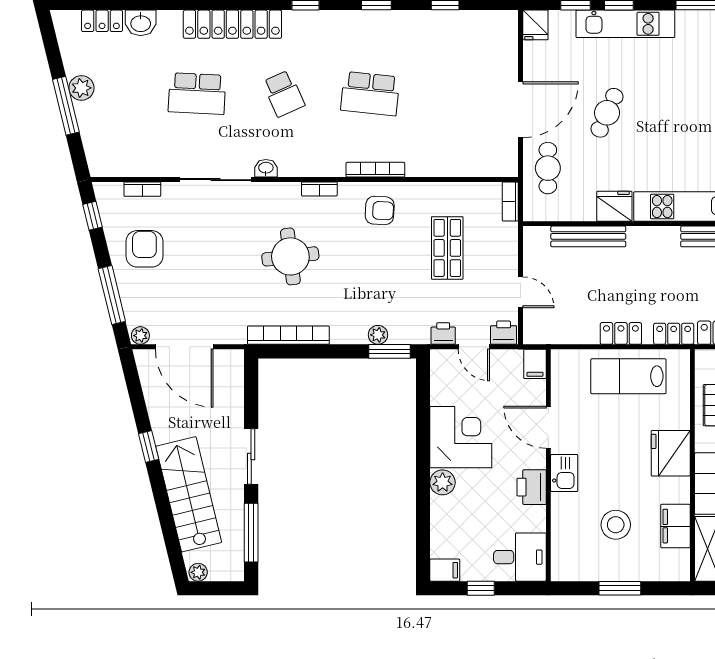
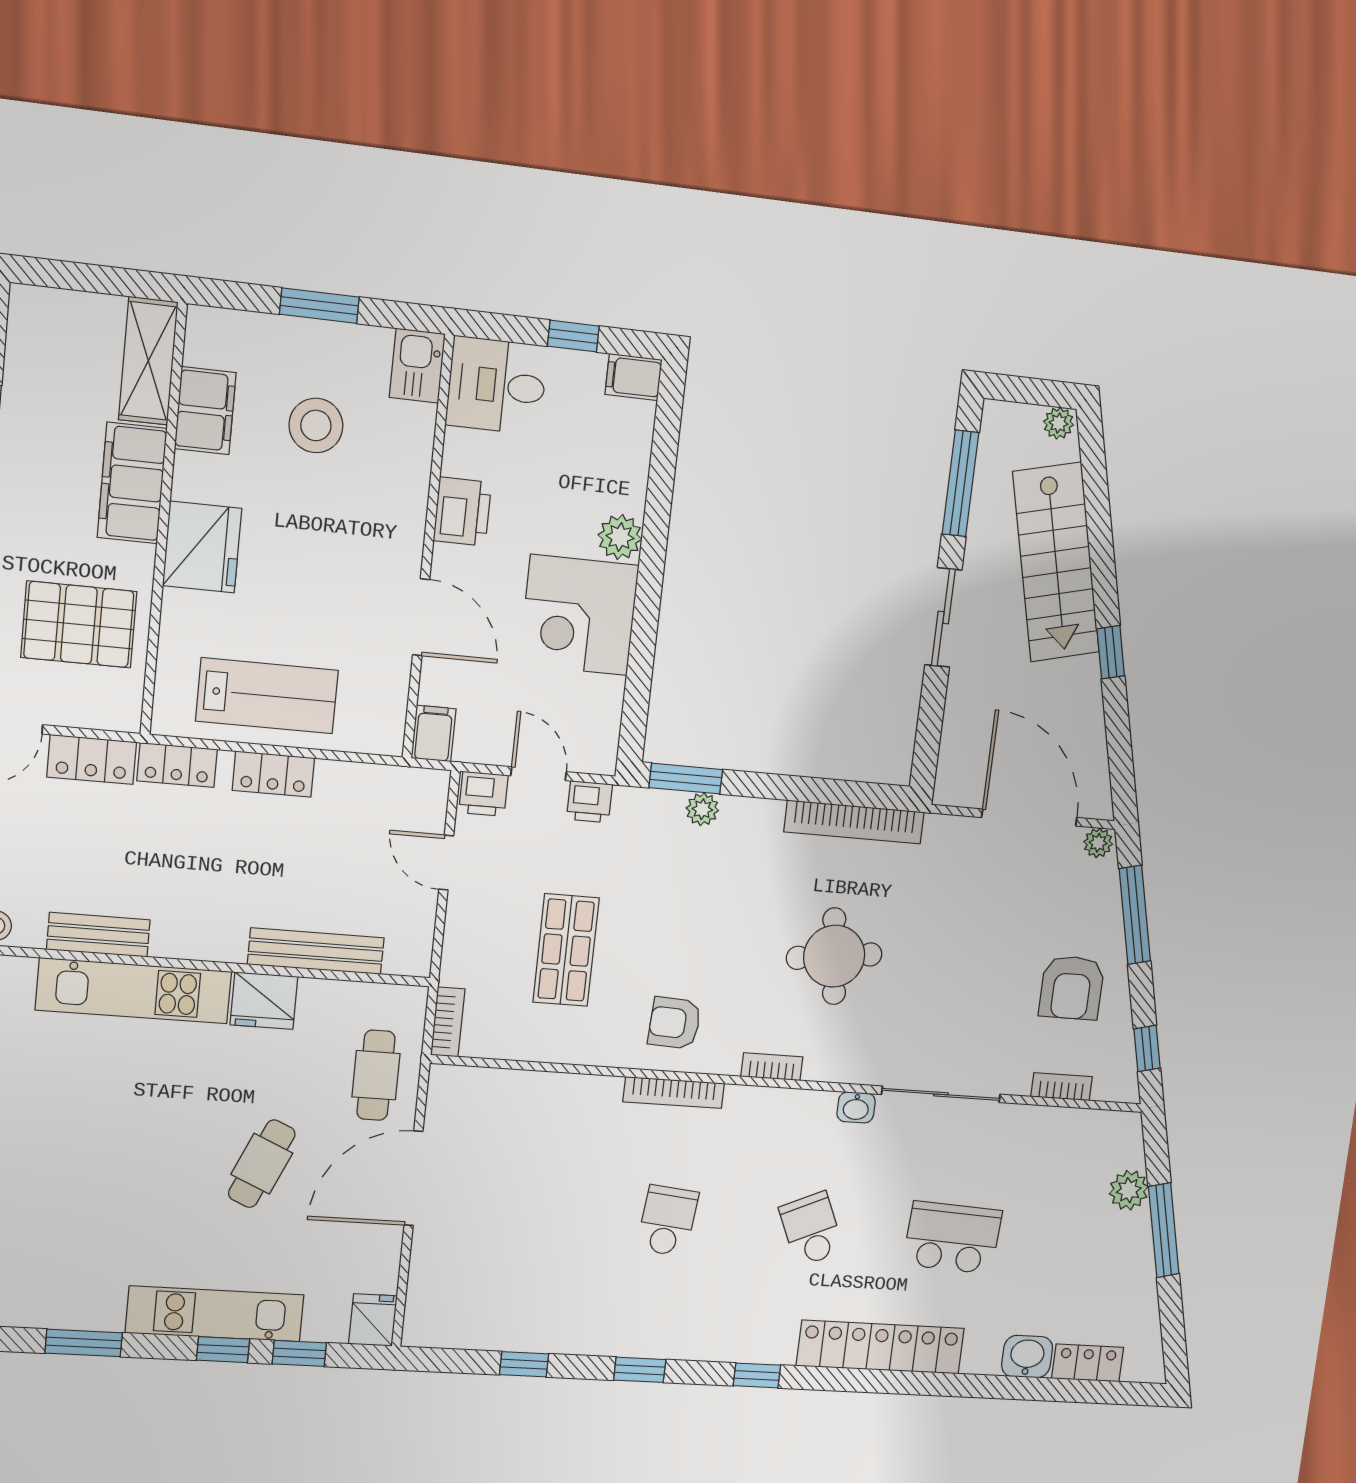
plant: (81, 88) -> (1129, 1190), moved
school desk: (370, 94) -> (668, 1221), width x0.54
kitchen sink: (564, 473) -> (417, 366), moved

